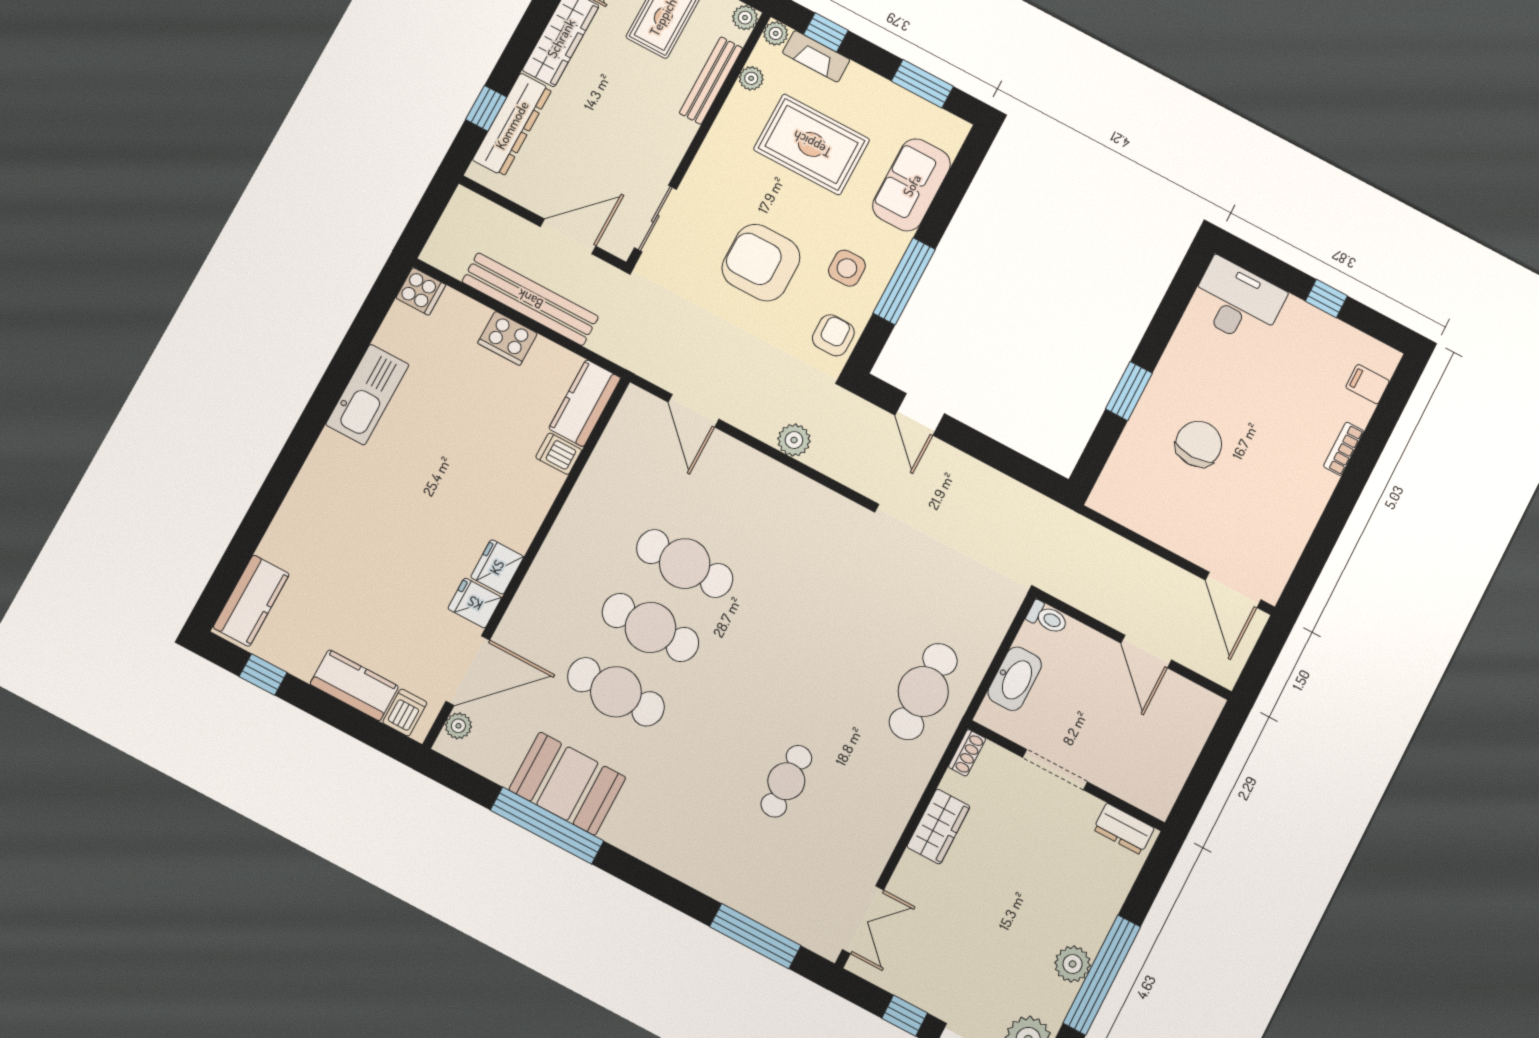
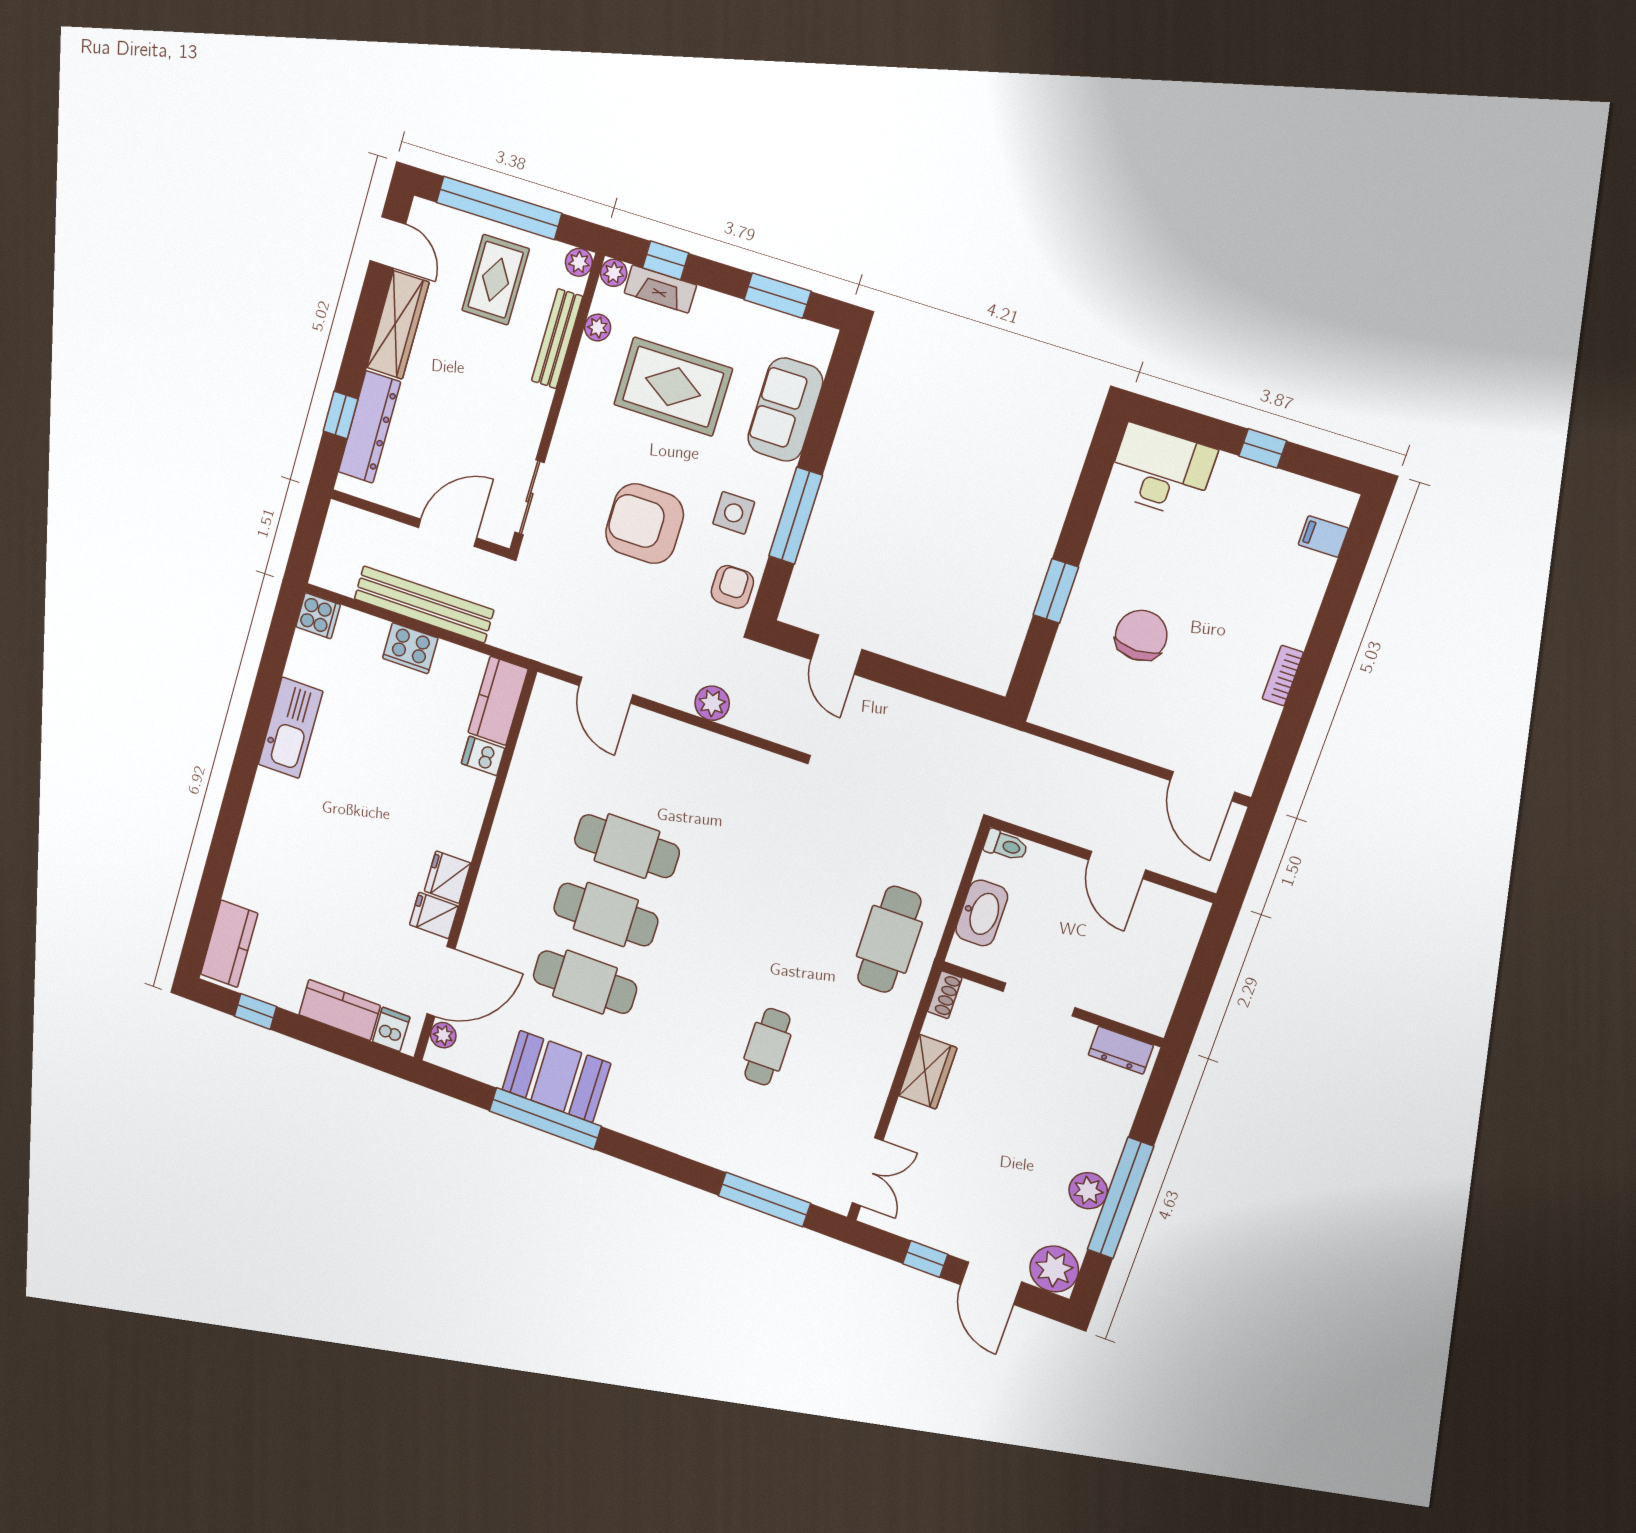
bookcase: (1344, 449) -> (1283, 676), moved

